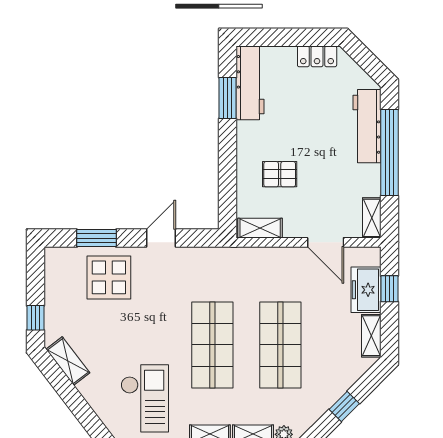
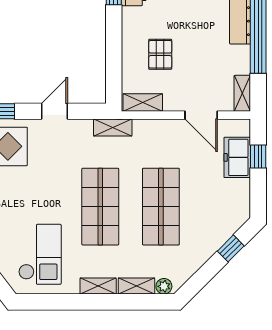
pallet: (280, 174) -> (160, 54), turned 90
shelving: (371, 336) -> (113, 128), moved, turned 90
window: (344, 406) -> (231, 248), moved

